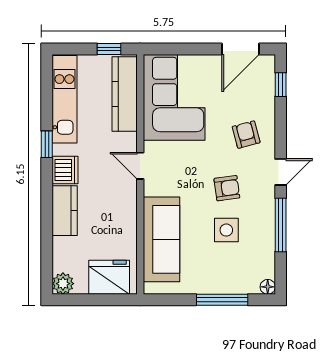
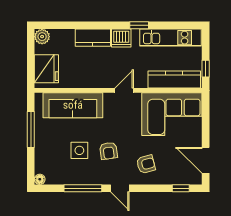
window: (222, 300) -> (31, 129), moved

